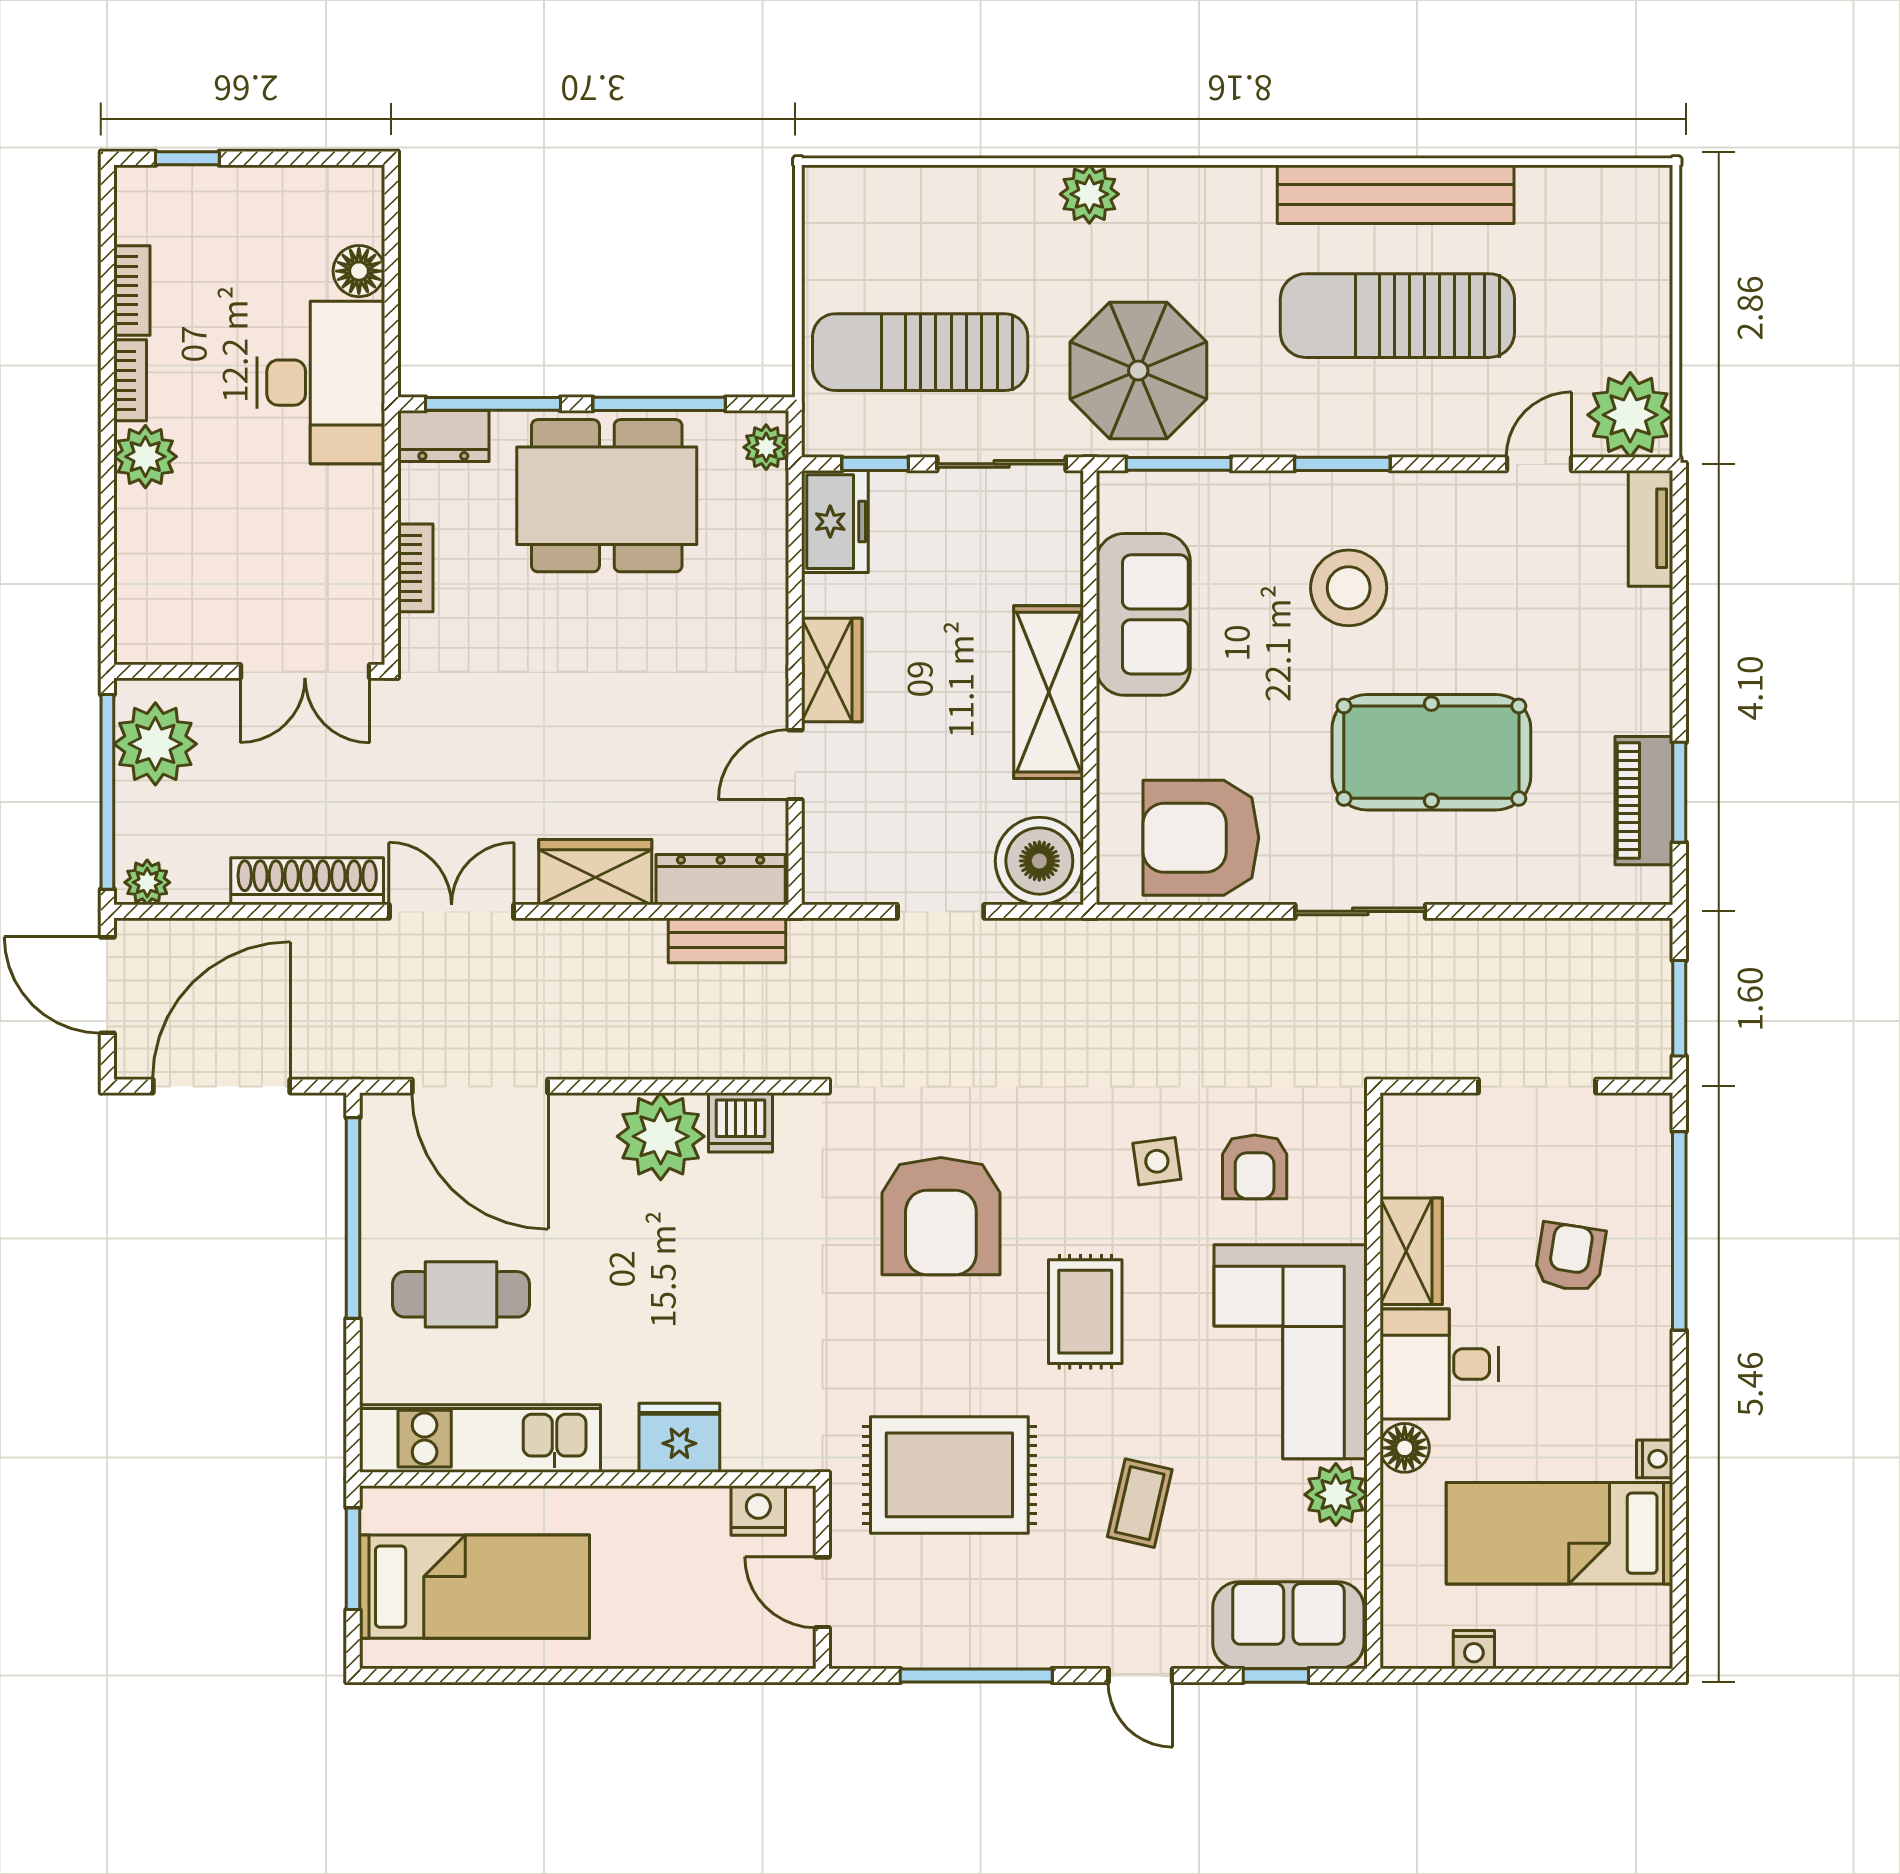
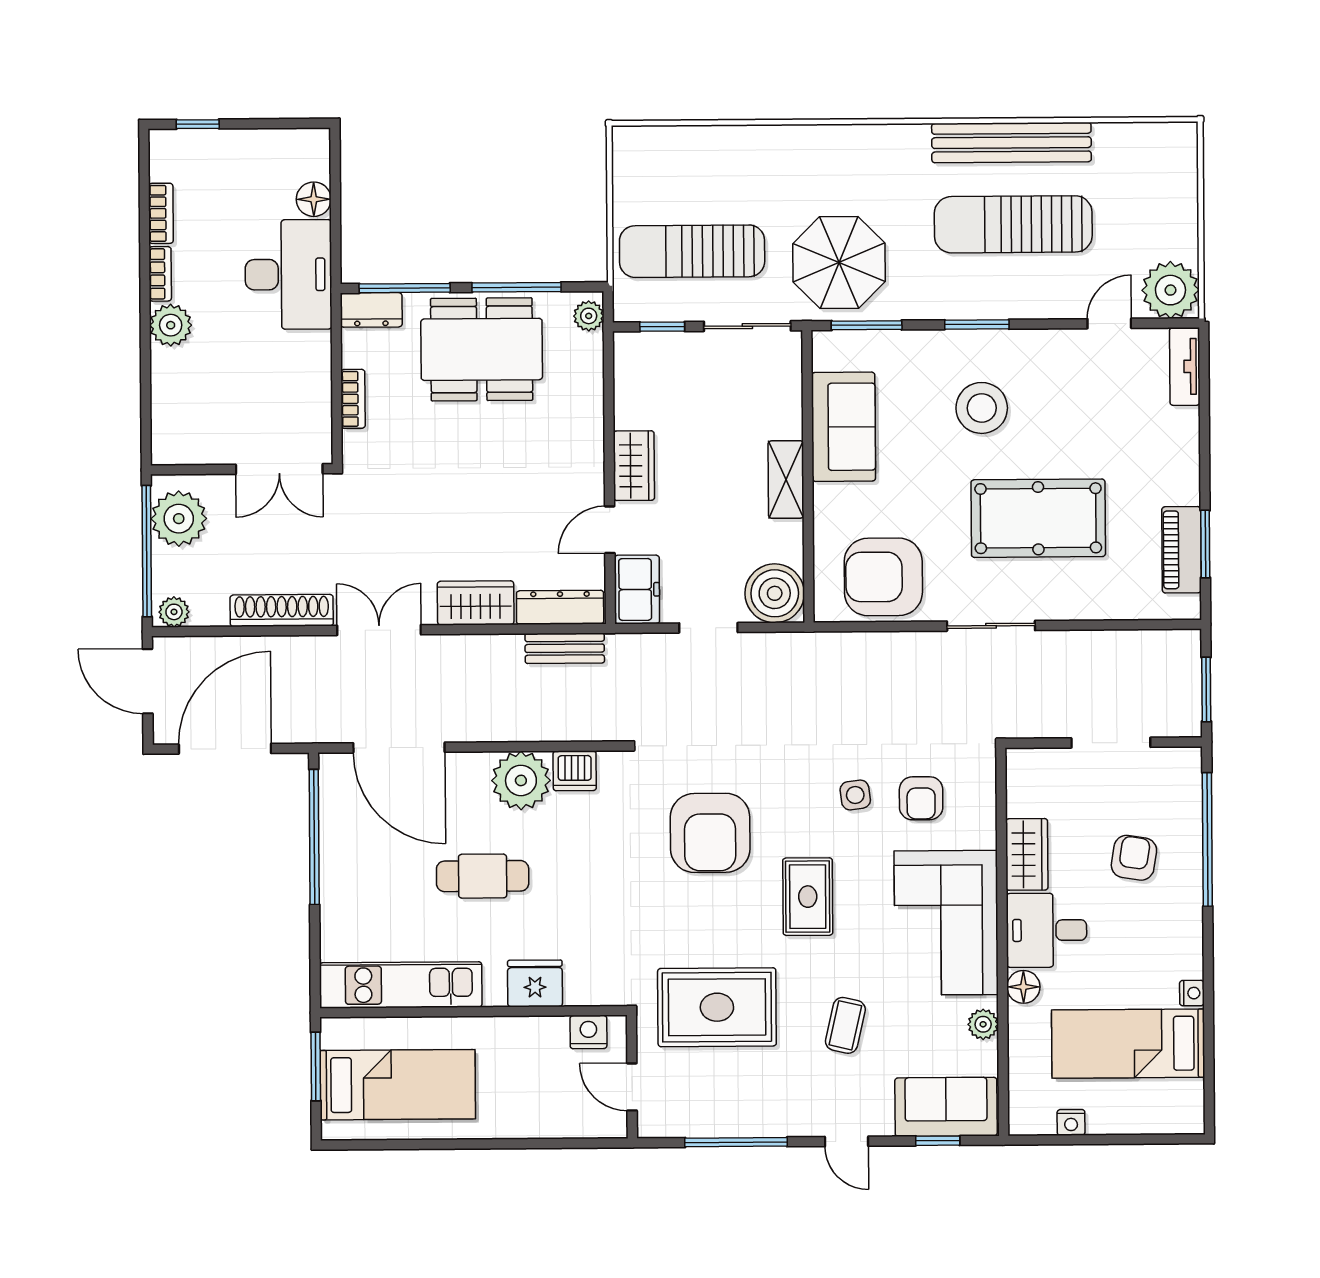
plant: (1089, 194) -> (805, 144), removed
freezer: (835, 522) -> (637, 589), moved
shelving: (1049, 692) -> (786, 480), width x0.67, depth x0.75
cafe table: (461, 1294) -> (483, 876), moved
plant: (1336, 1495) -> (983, 1024), width x0.73, depth x0.73

